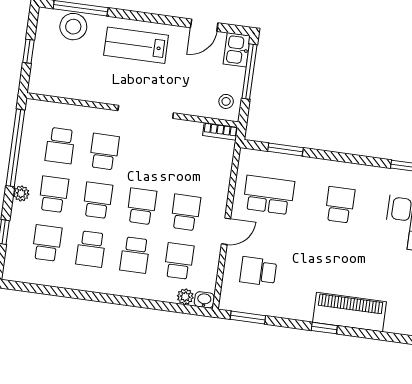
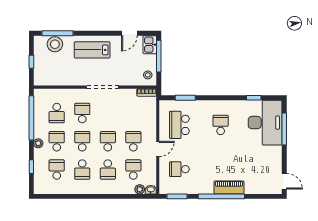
school desk: (269, 195) -> (179, 125), turned -90
piano: (349, 312) -> (229, 187), width x0.73, depth x0.75
window: (324, 328) -> (221, 196), width x3.17

